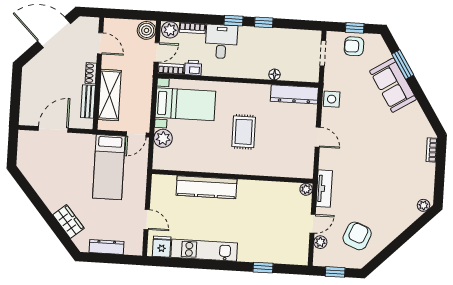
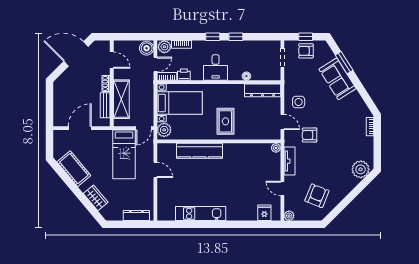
desk: (221, 41) -> (216, 67), moved, turned 180
side table: (332, 99) -> (299, 102), moved
armchair: (352, 156) -> (310, 135), added
wall: (232, 176) -> (219, 141), moved
cot: (42, 182) -> (74, 169), added
kitchen counter: (206, 187) -> (200, 151), moved
plant: (306, 189) -> (276, 148), moved
plant: (424, 205) -> (361, 169), width x1.88, depth x1.88
door: (147, 219) -> (155, 170), moved
door: (313, 224) -> (282, 188), swing flipped
plant: (320, 242) -> (289, 216), moved
dresser: (106, 247) -> (136, 216), moved
fridge: (162, 247) -> (264, 213), moved
window: (263, 268) -> (246, 224), removed
window: (335, 272) -> (302, 224), removed

